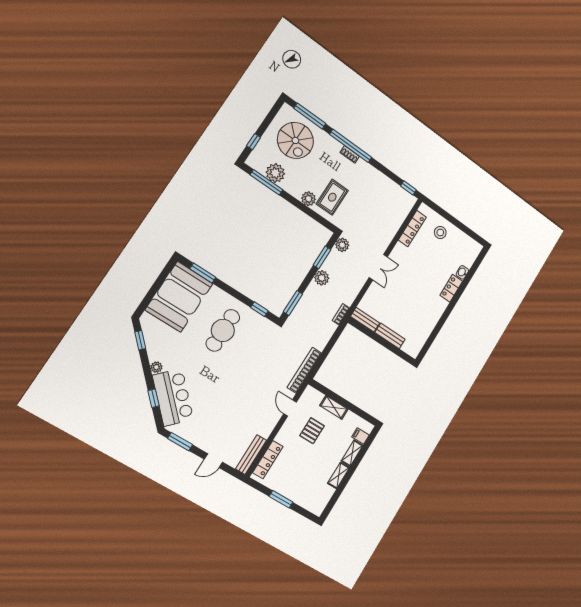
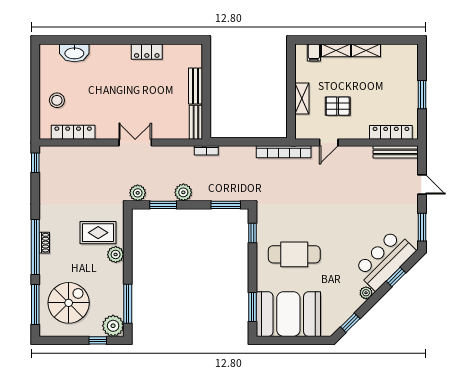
plant: (275, 173) -> (113, 326), moved
washbasin: (462, 272) -> (74, 53), width x1.91, depth x1.45
locker: (451, 288) -> (147, 52), moved

